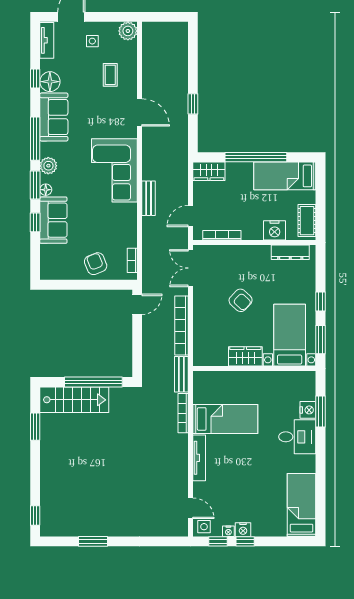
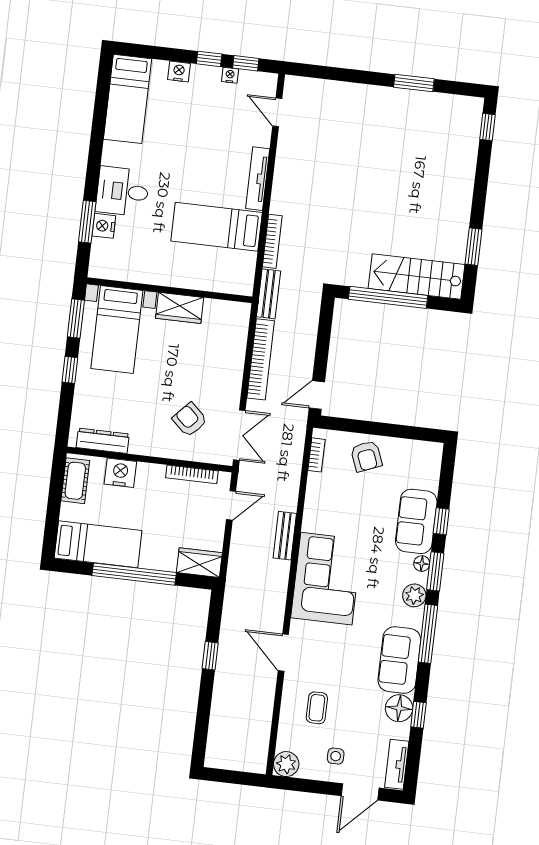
armchair: (241, 300) -> (190, 420), moved
side table: (204, 527) -> (262, 85), removed
nightstand: (243, 530) -> (179, 71), moved

